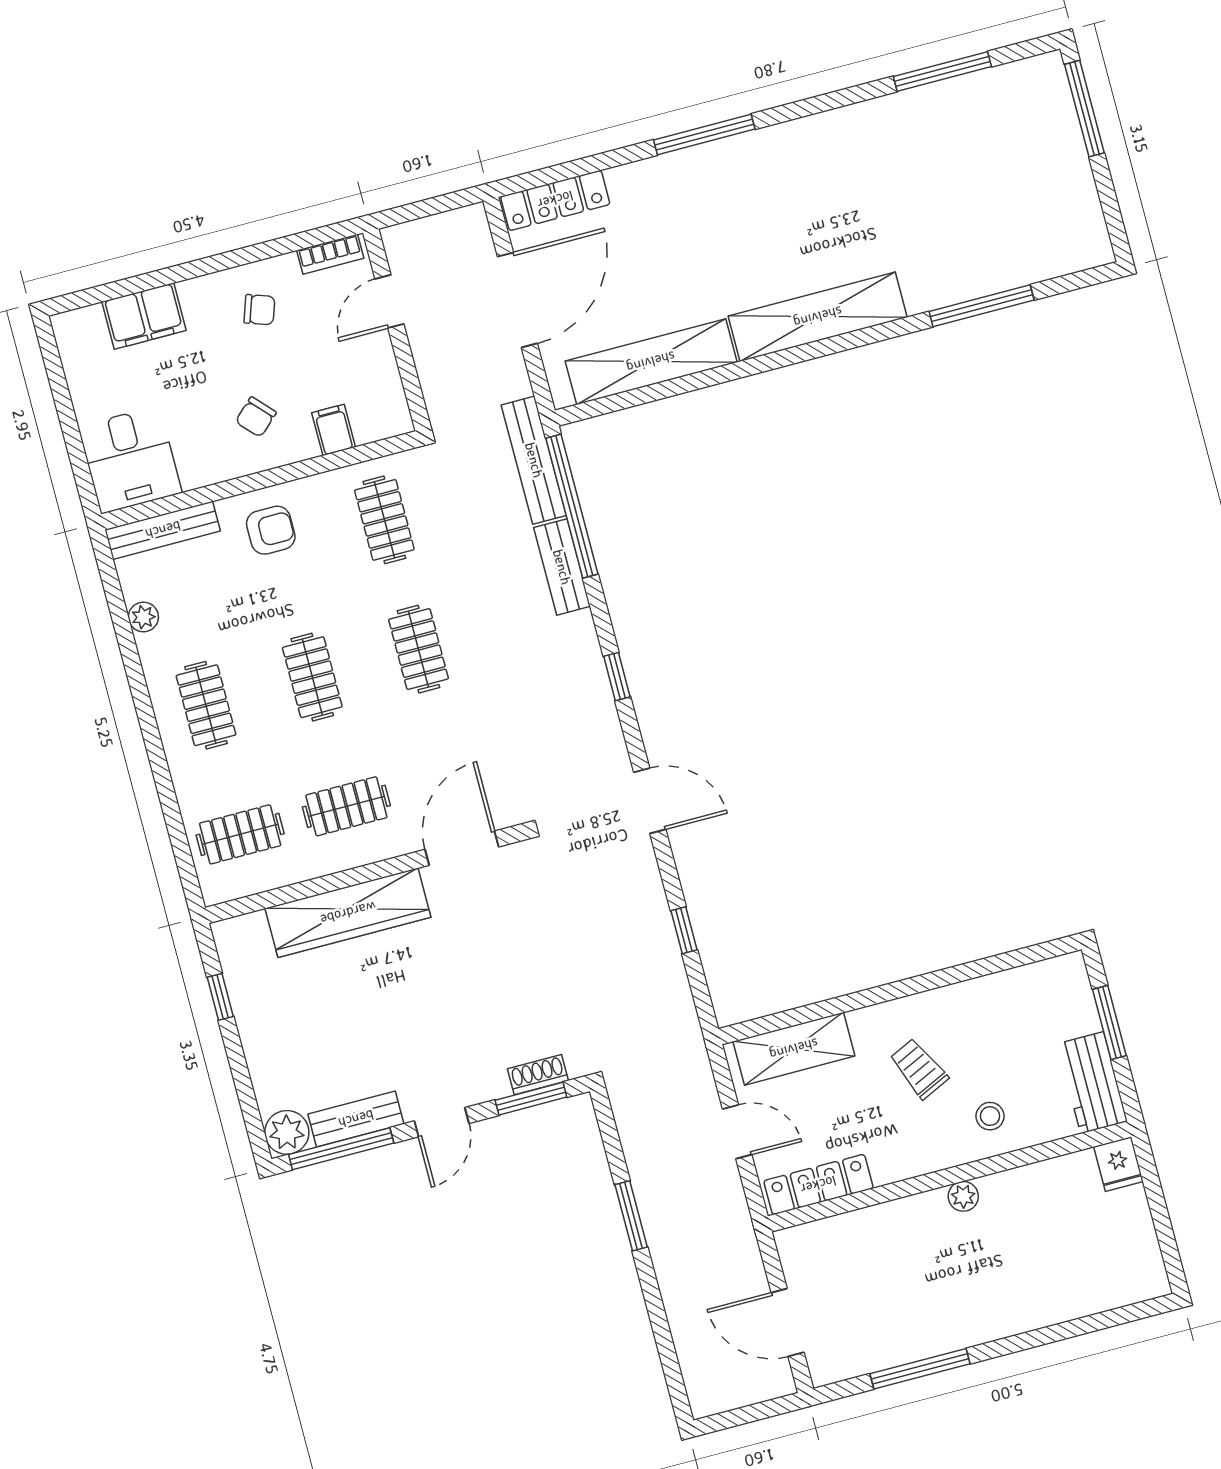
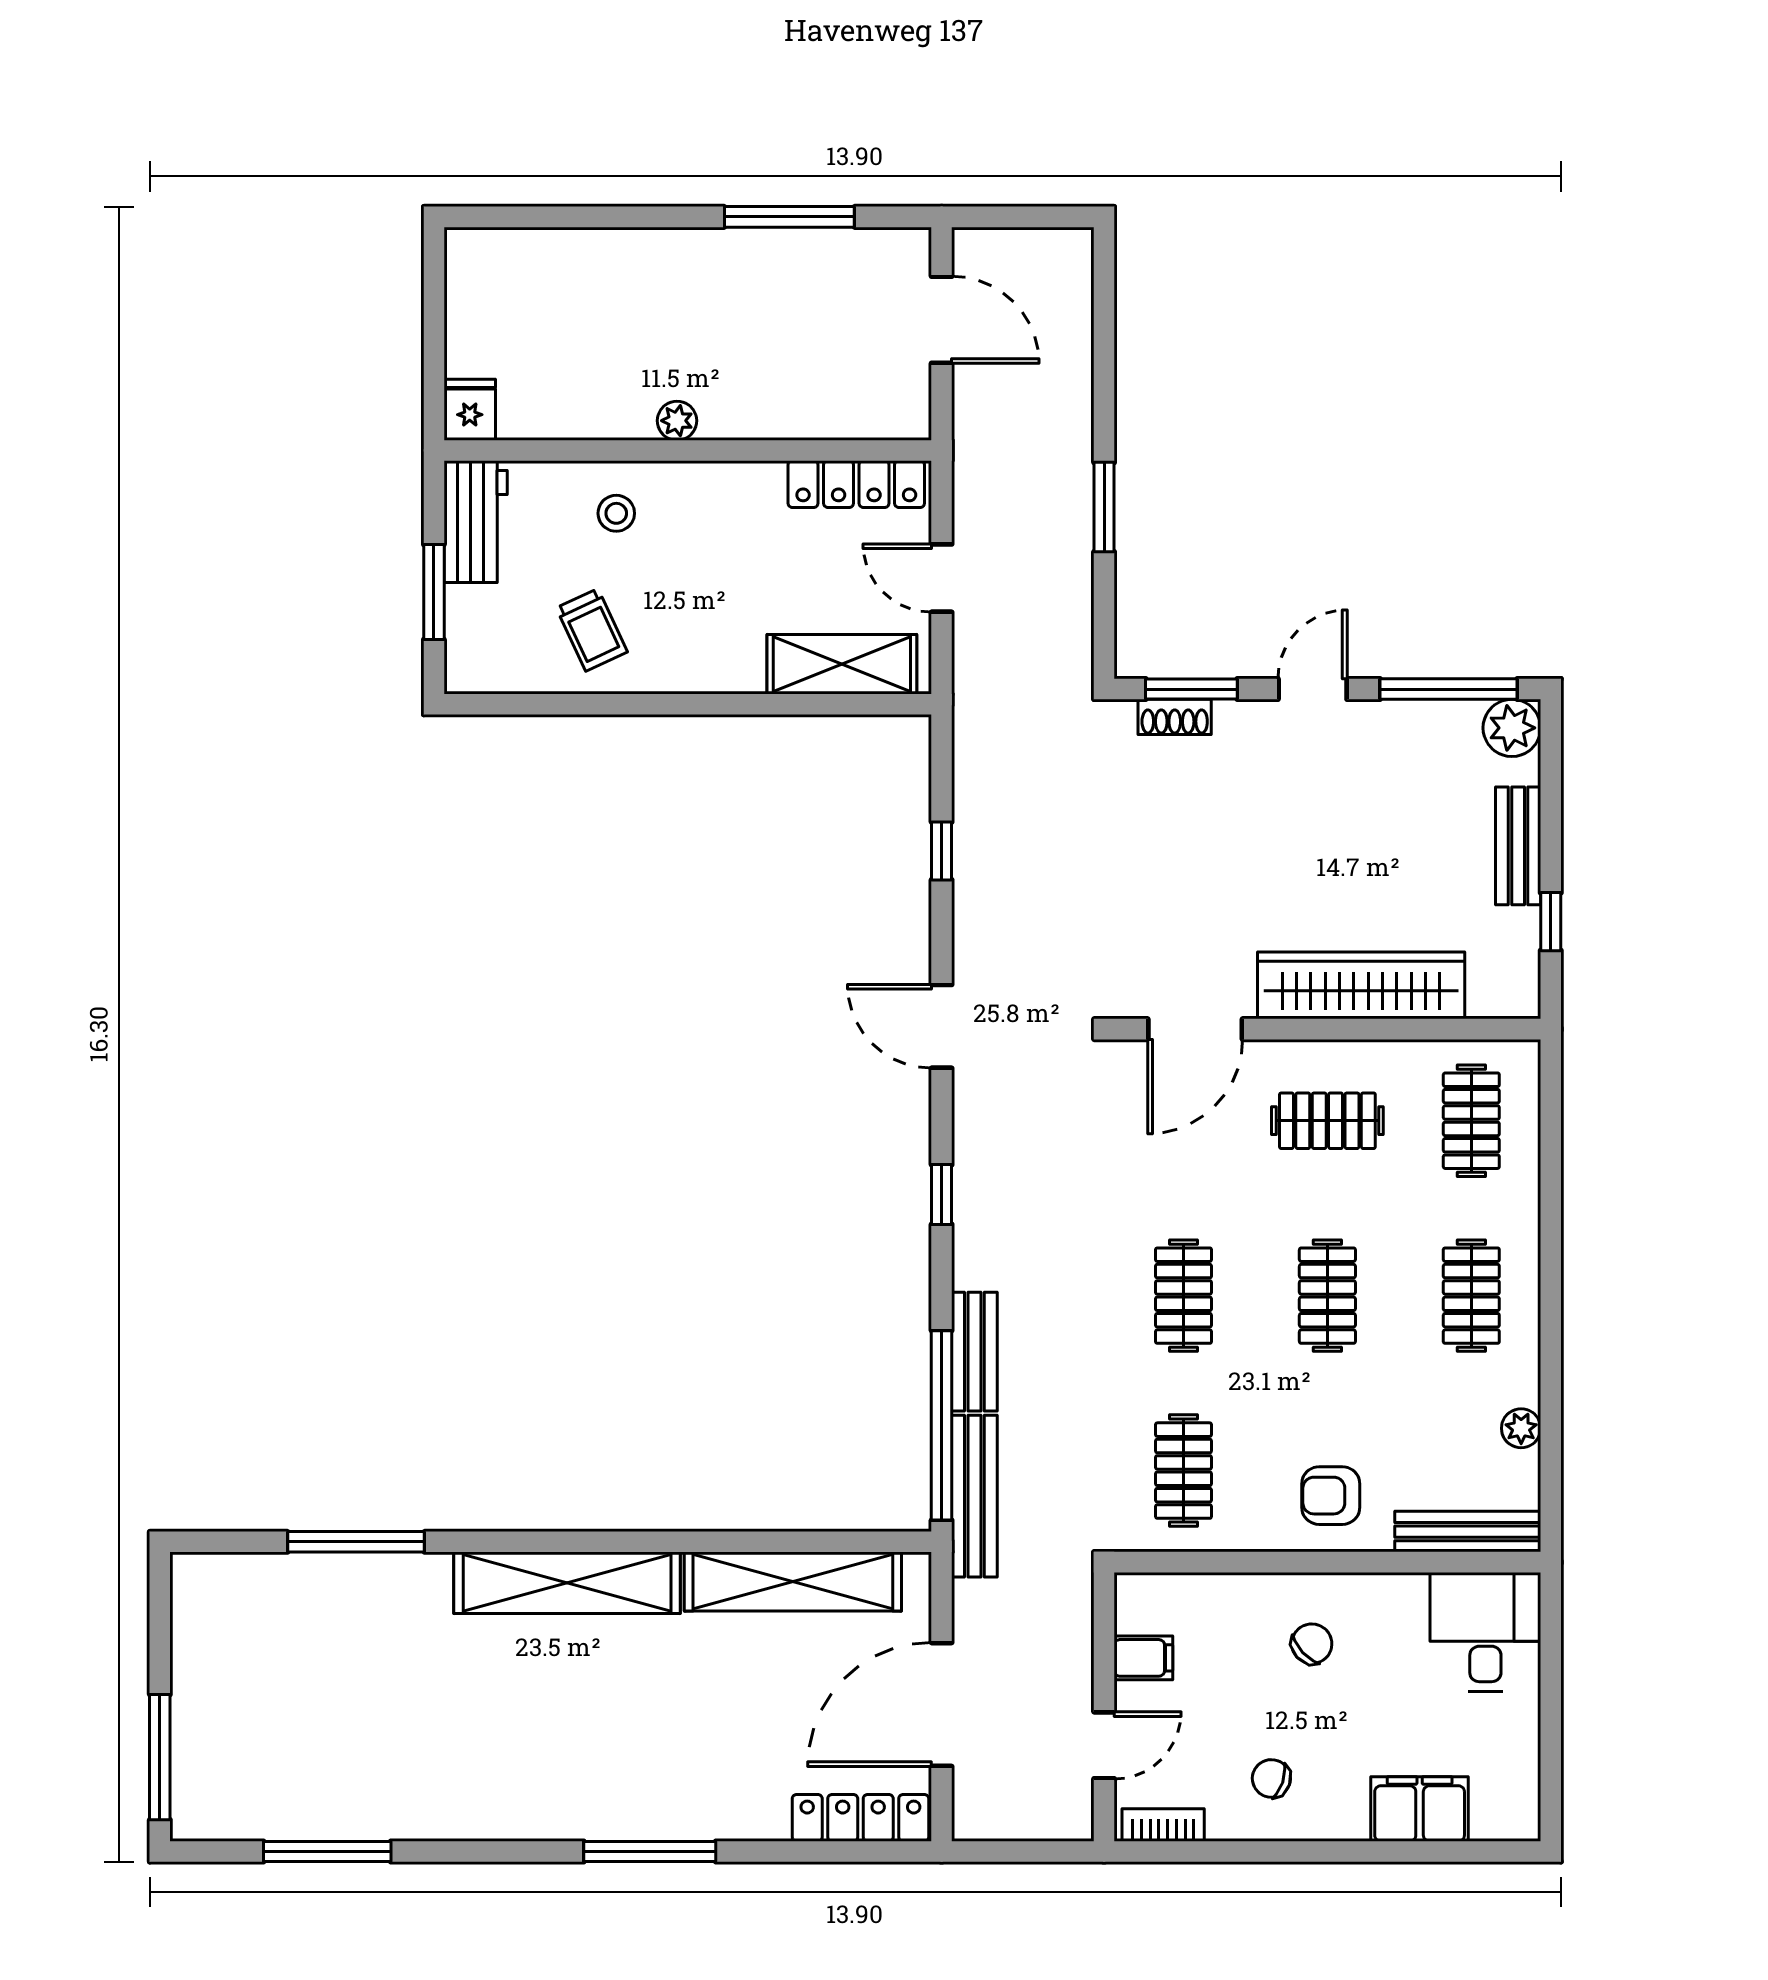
filing cabinet: (334, 430) -> (1143, 1658), moved, turned -90
clothes rail: (240, 834) -> (1471, 1121), turned 90
trolley: (919, 1069) -> (592, 630), moved
bench: (356, 1119) -> (1518, 846), moved, turned 90

